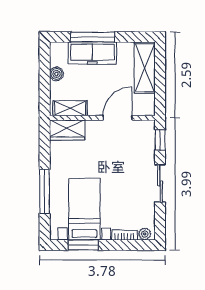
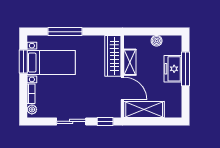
freezer: (92, 53) -> (173, 69), width x0.71
shelving: (145, 68) -> (144, 109), moved
shelving: (70, 108) -> (130, 62), moved
wardrobe: (67, 130) -> (113, 56), width x1.50

